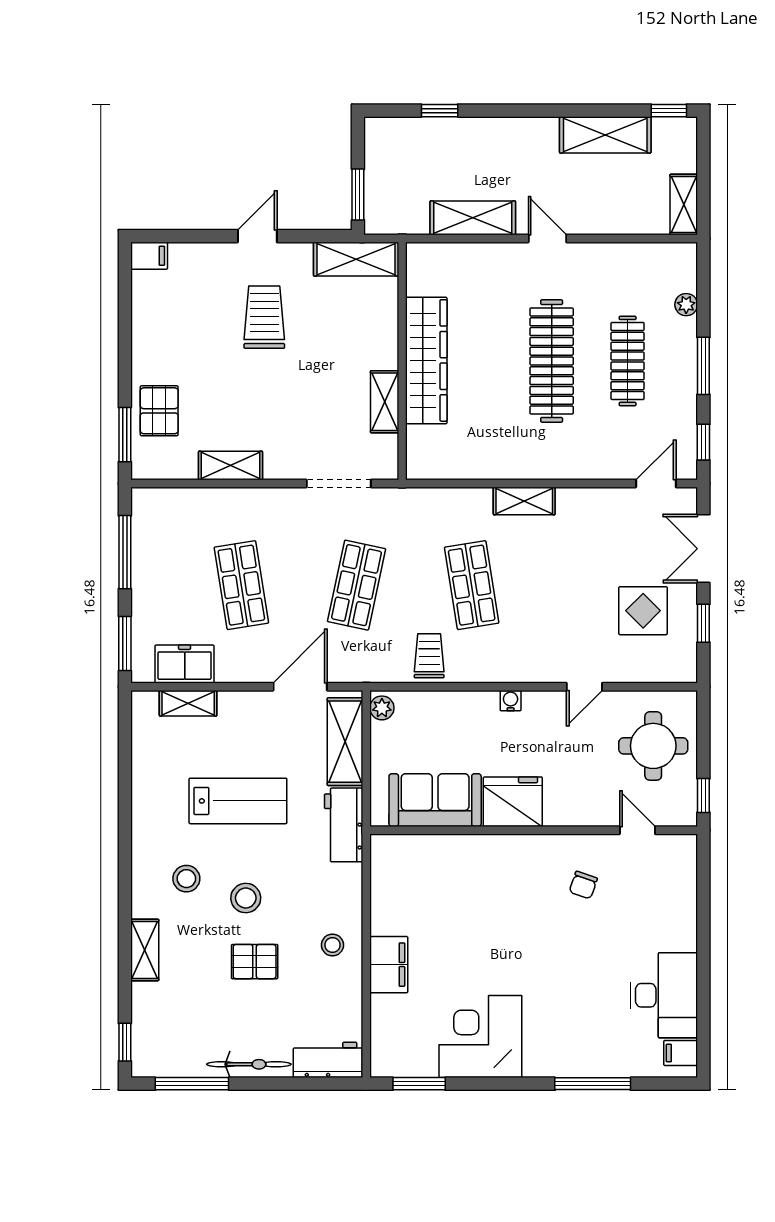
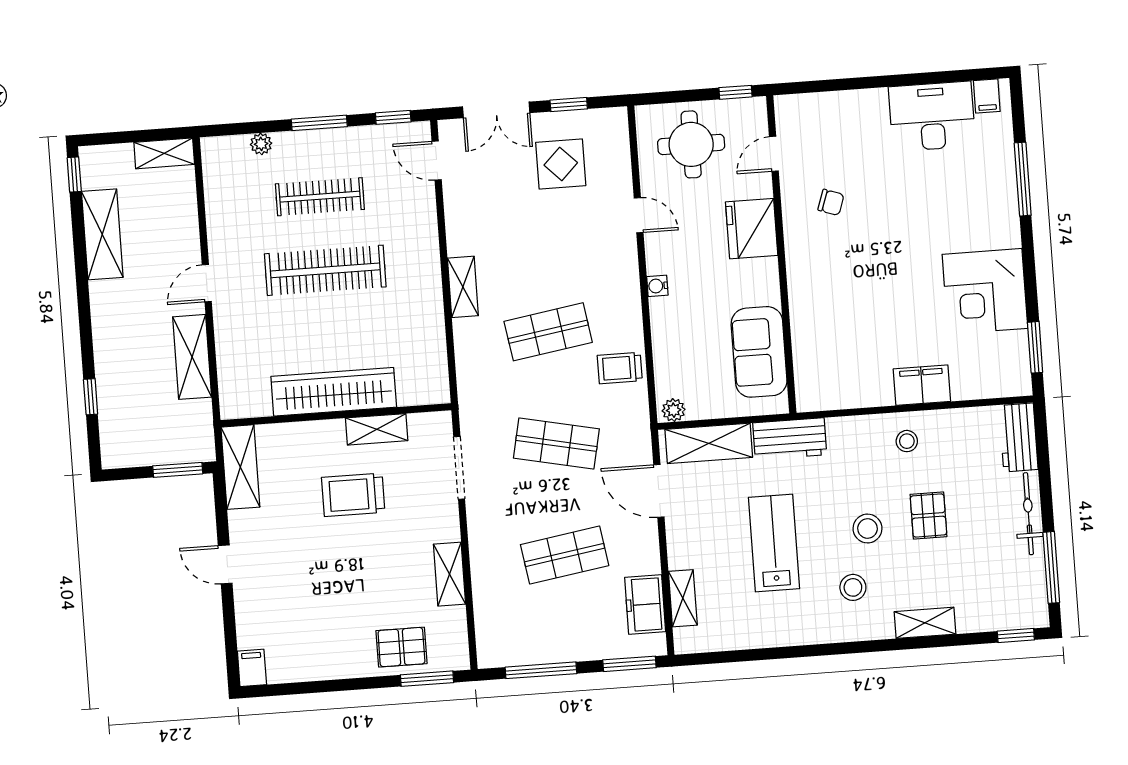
trolley: (264, 317) -> (353, 495), moved
fridge: (513, 802) -> (752, 229), moved

